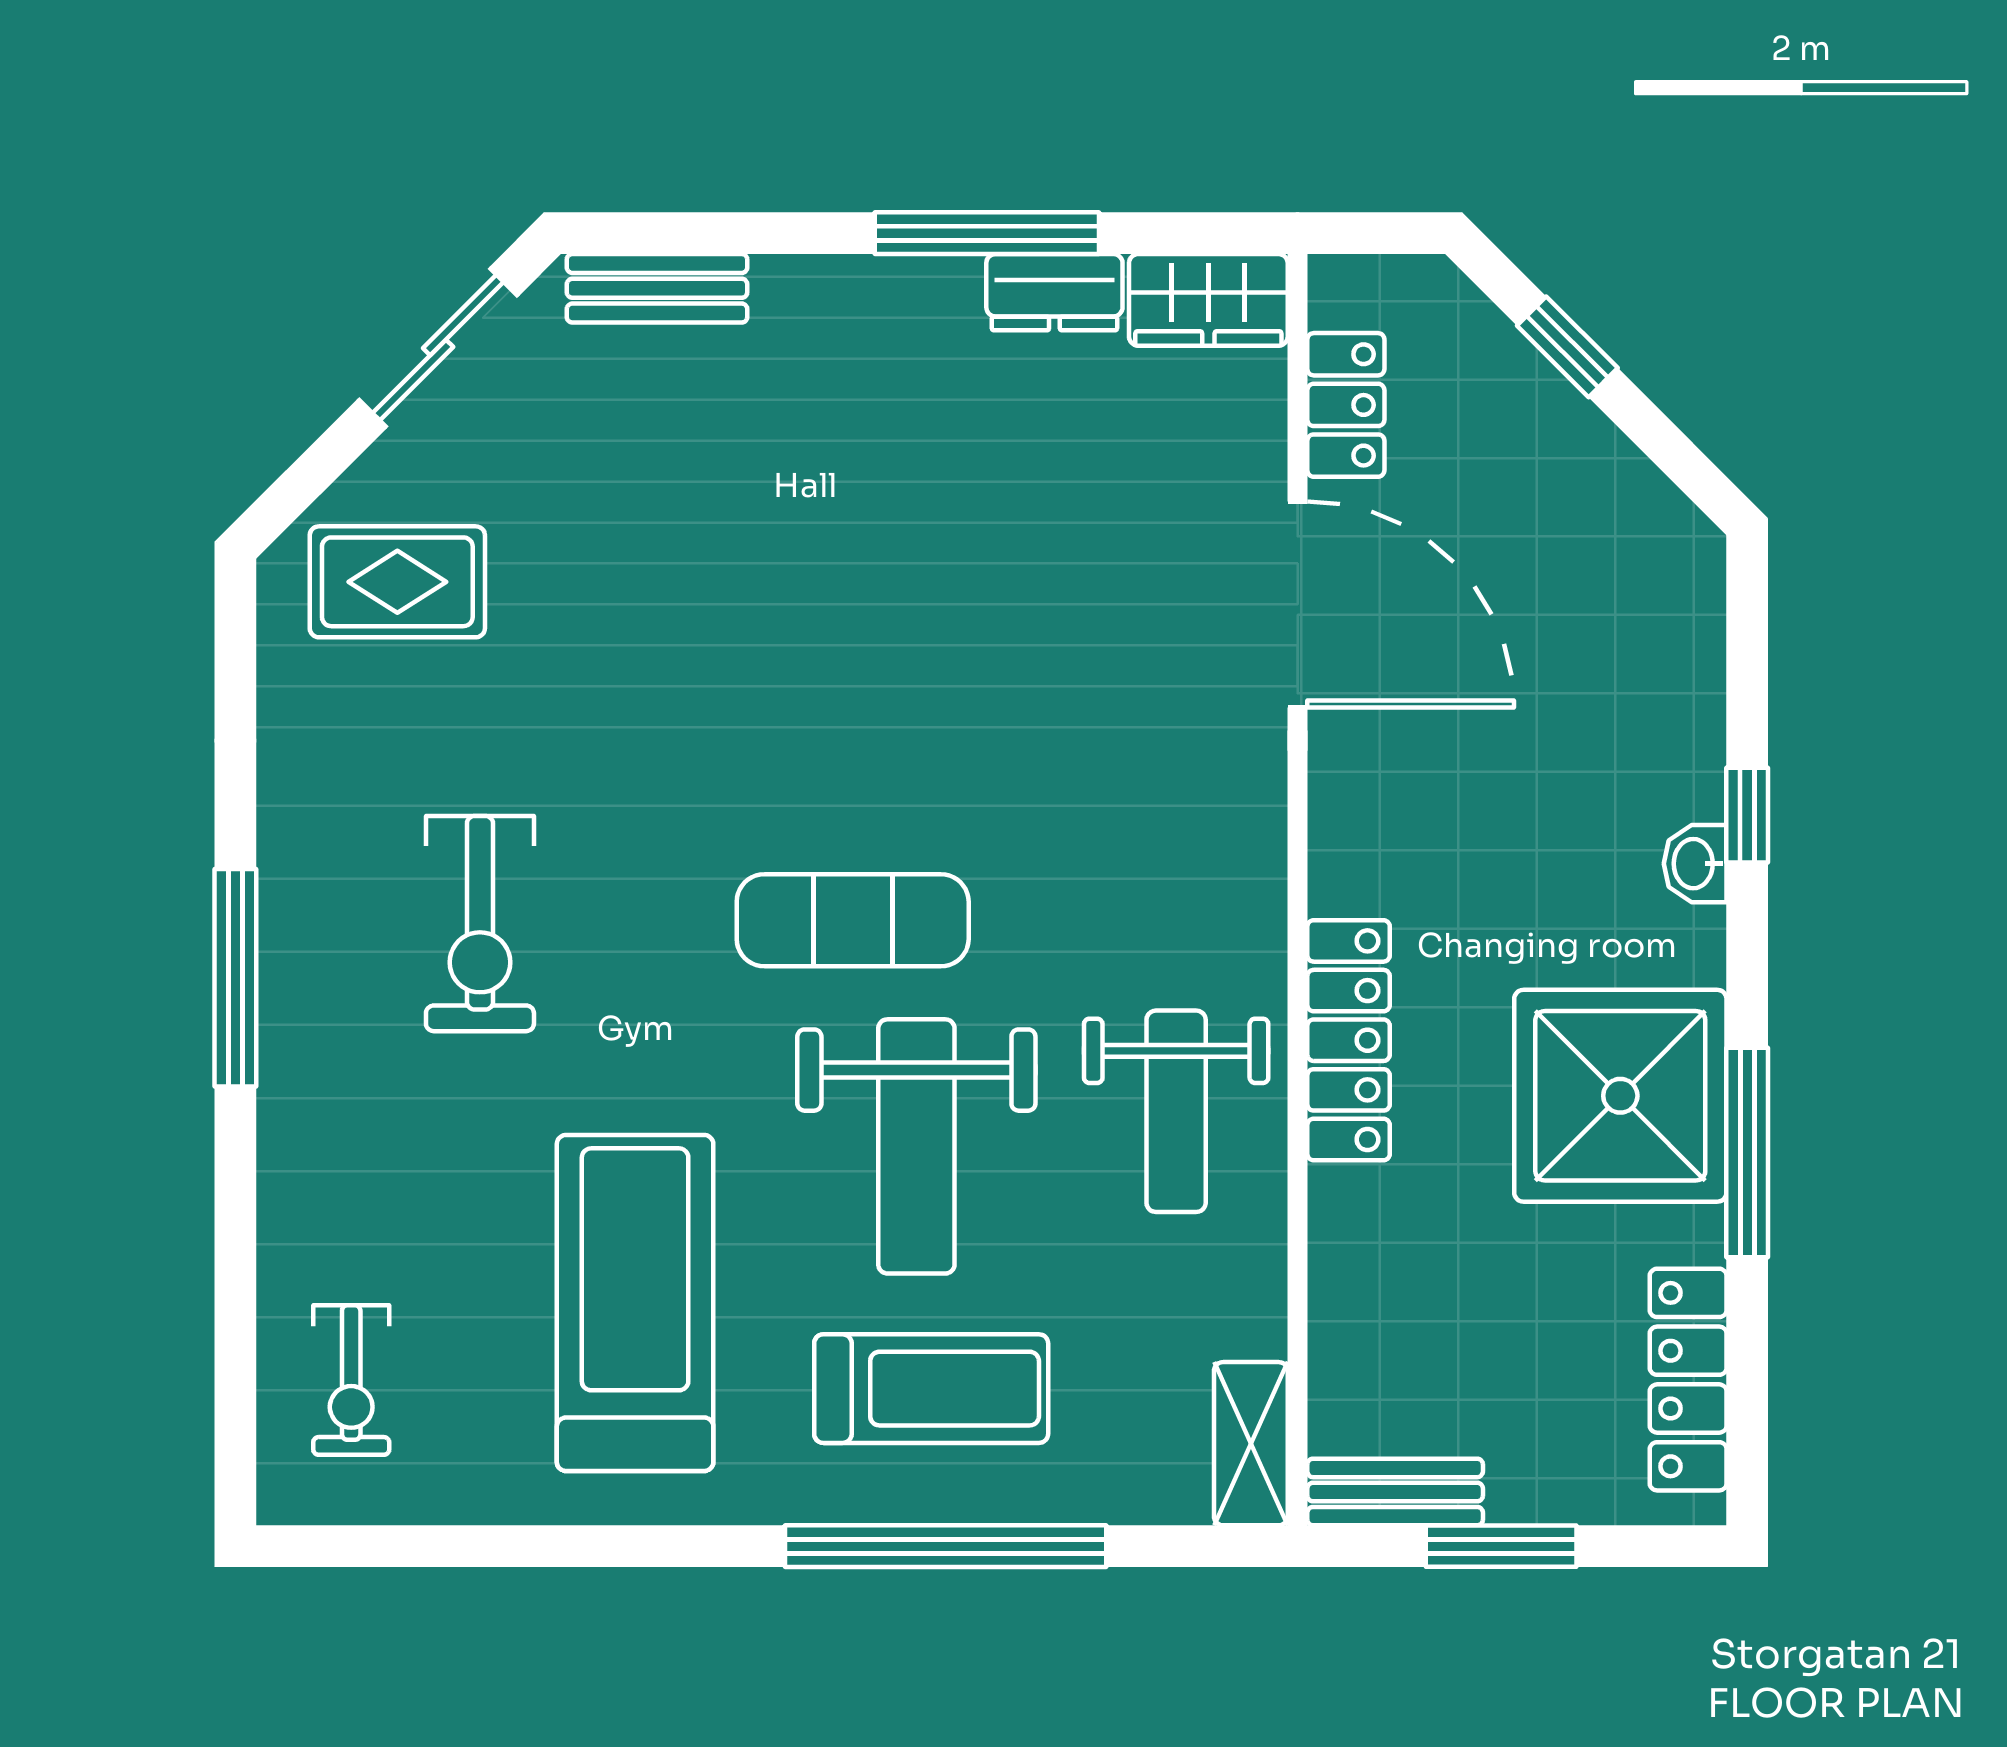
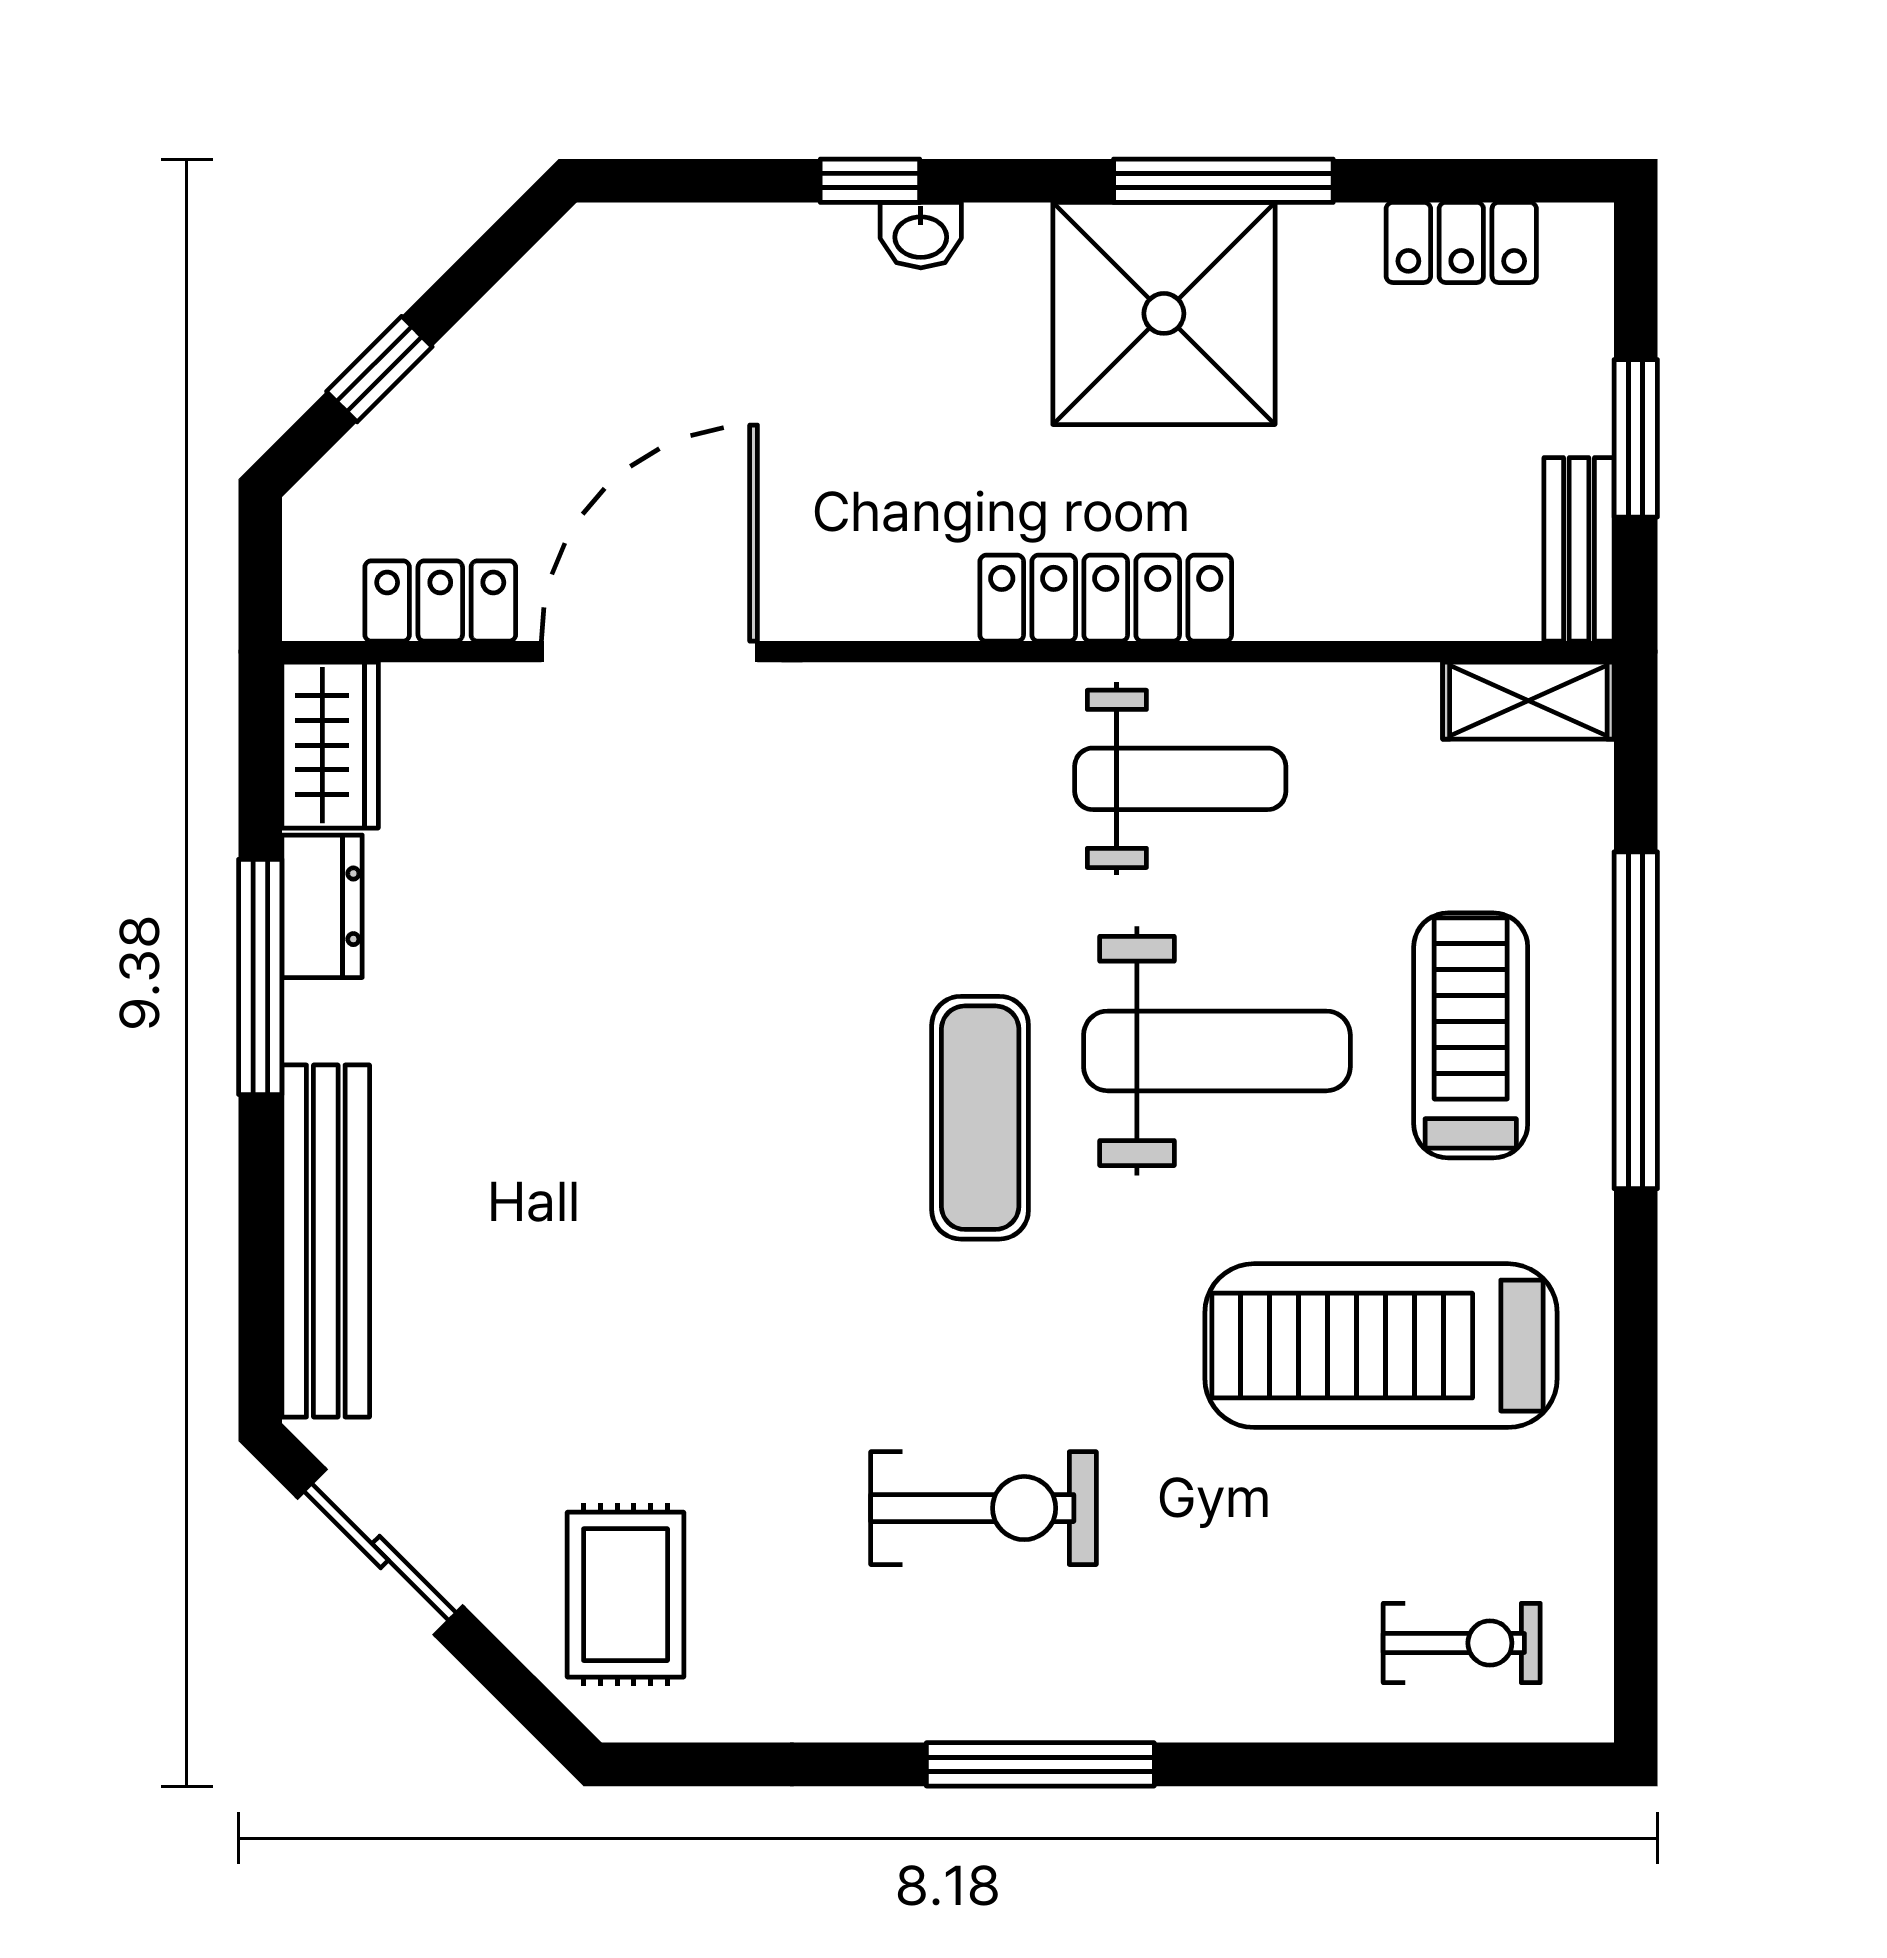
bench: (657, 288) -> (326, 1241), width x1.86, depth x1.21
locker: (1688, 1380) -> (1461, 242), width x0.66

